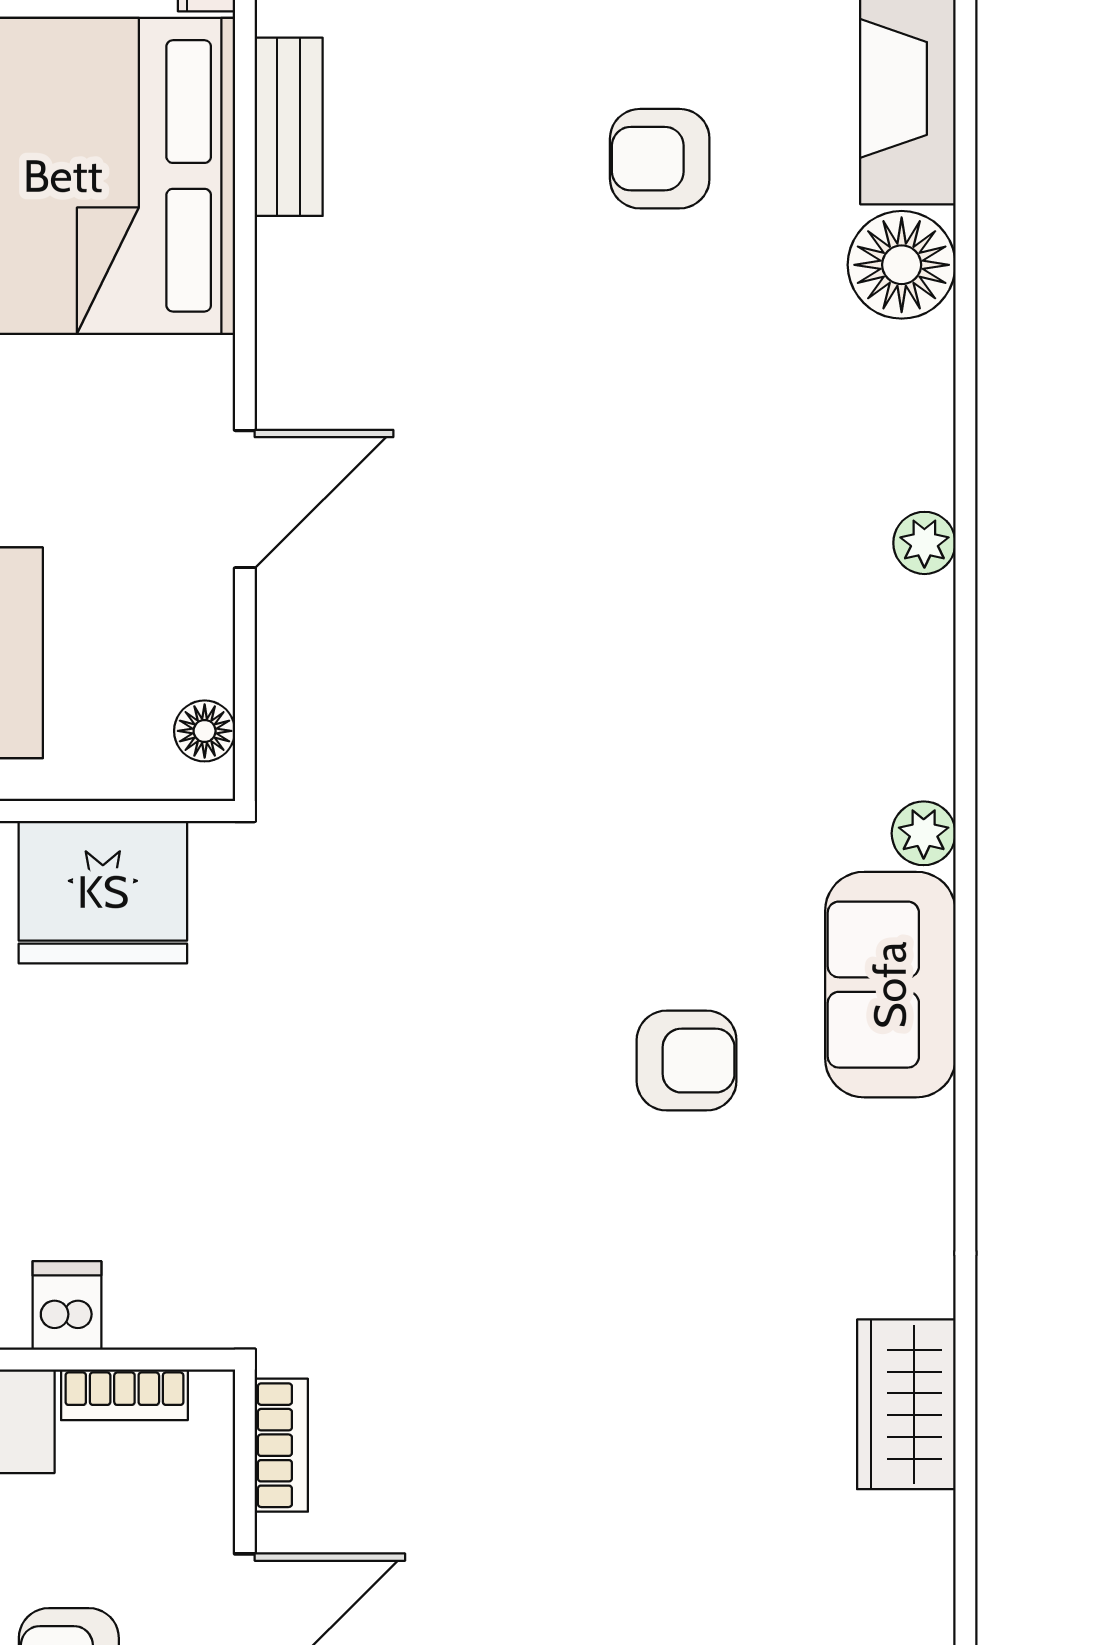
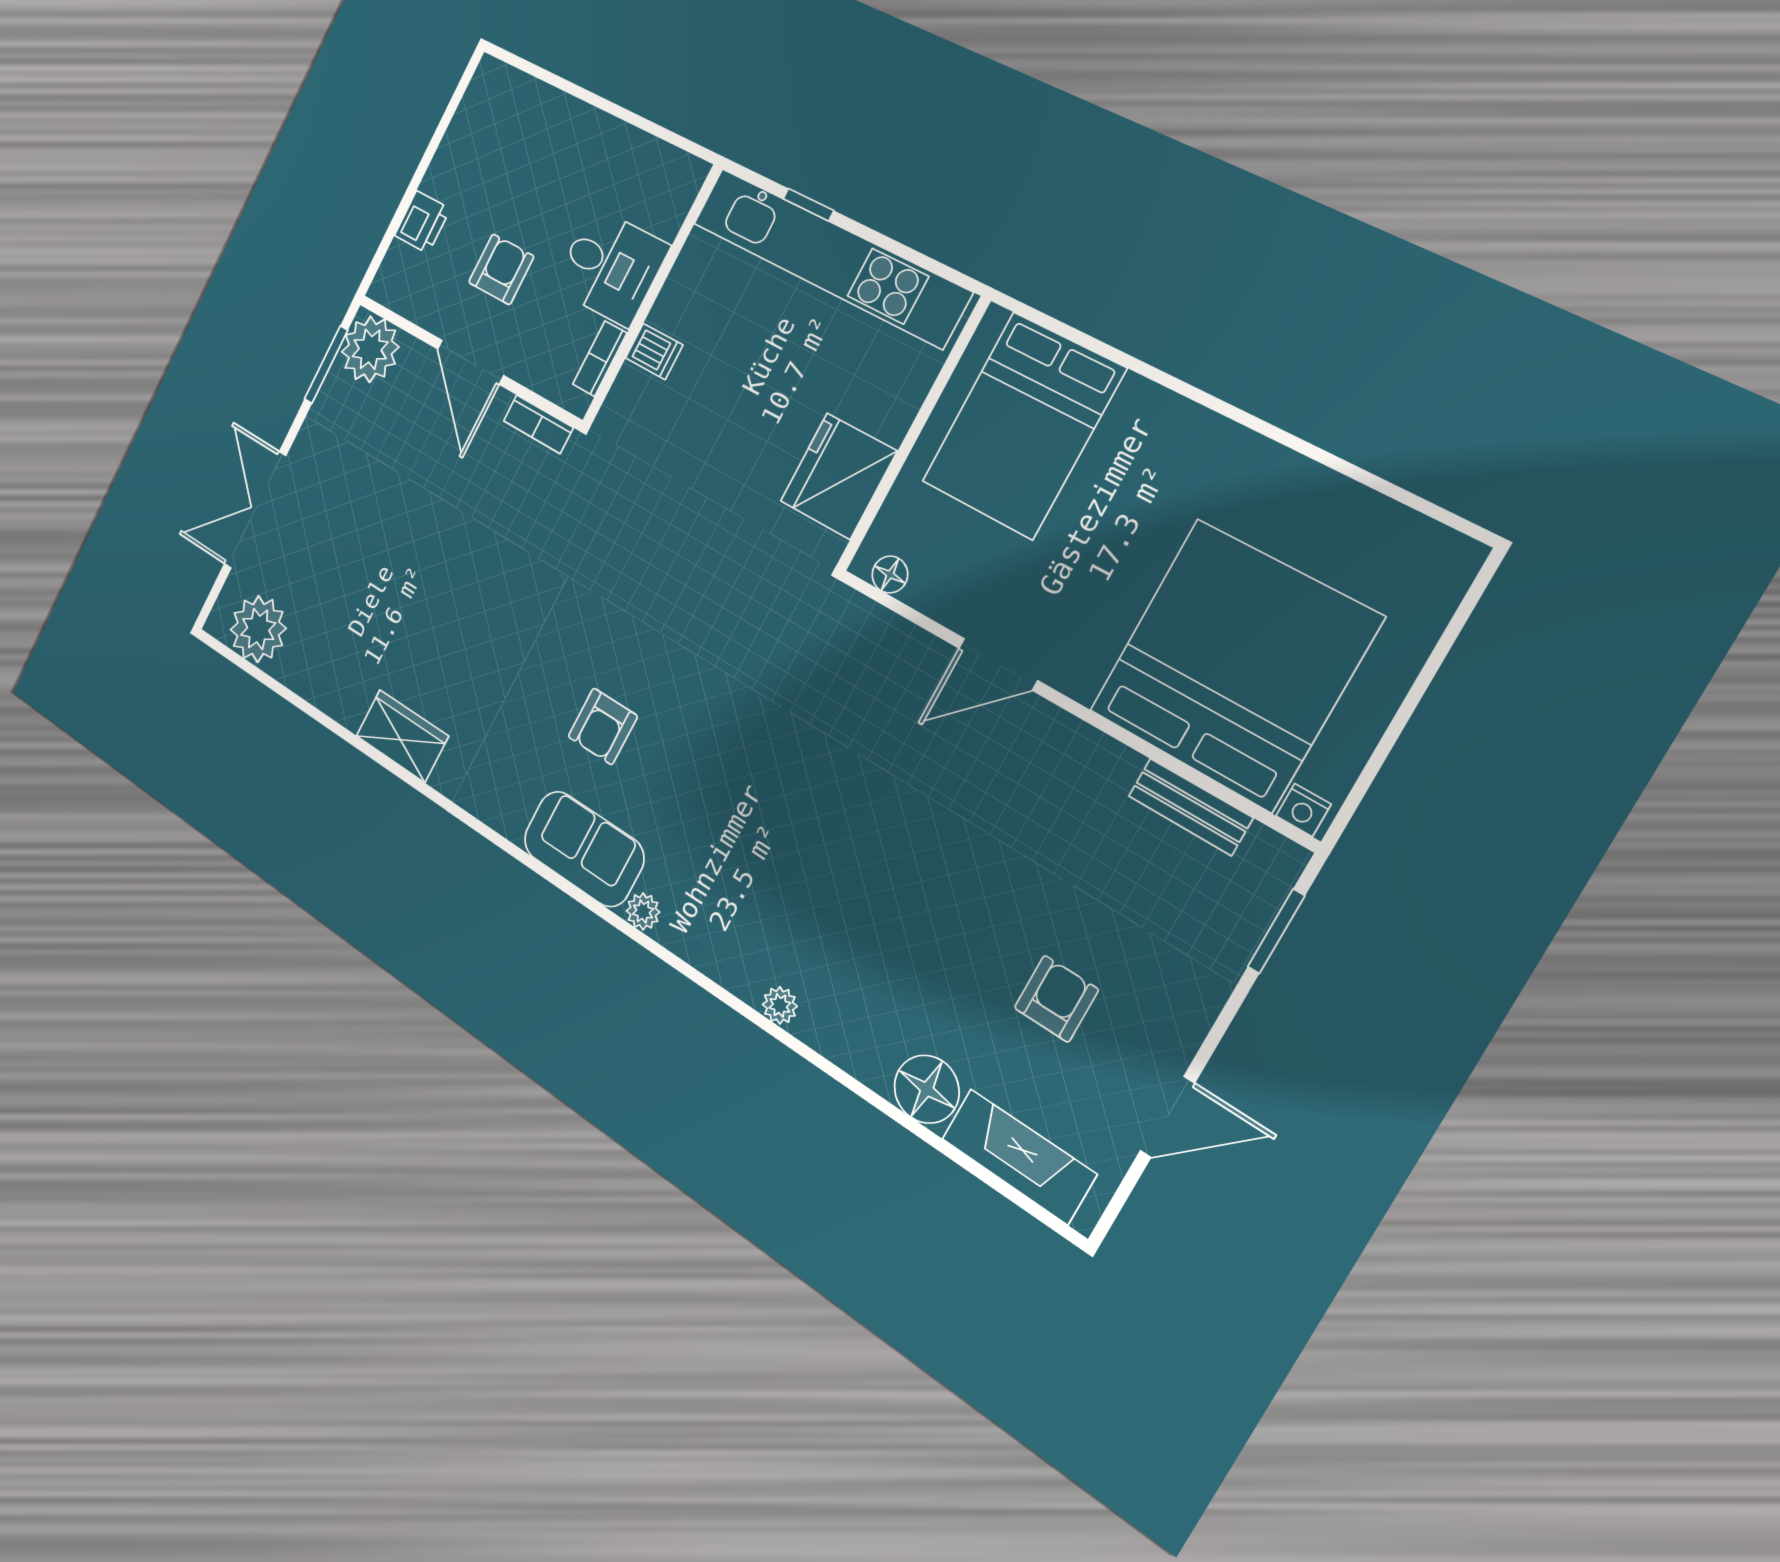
door: (245, 499) -> (998, 664), hinge flipped

